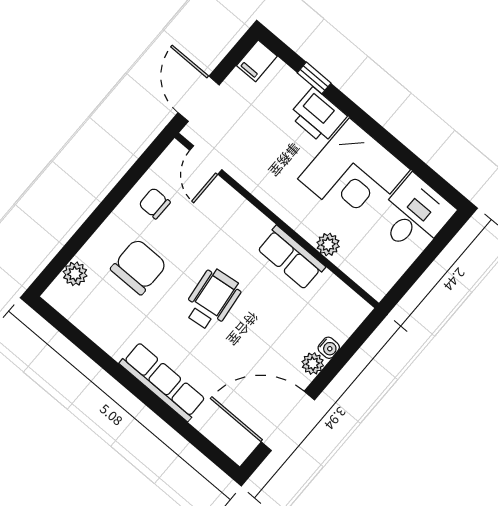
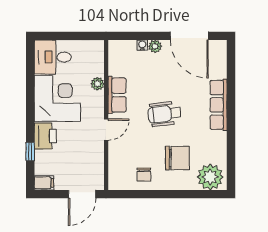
door: (206, 160) -> (106, 130), moved
chair: (139, 267) -> (177, 158), turned 180
plant: (75, 274) -> (210, 177), width x1.88, depth x1.88

